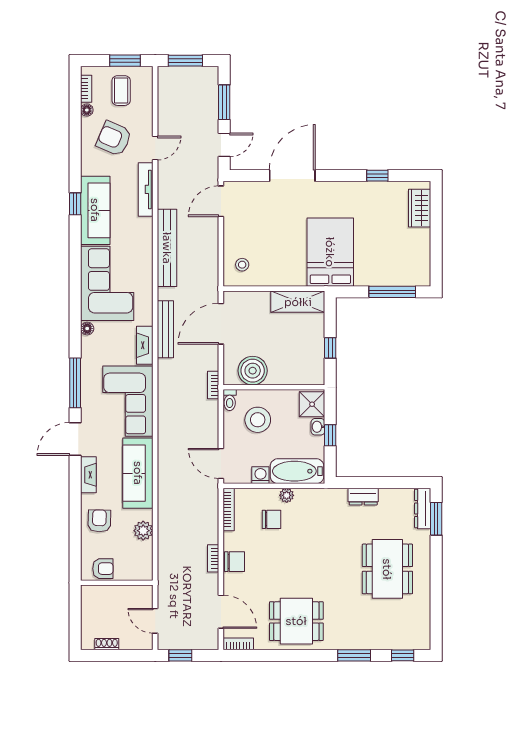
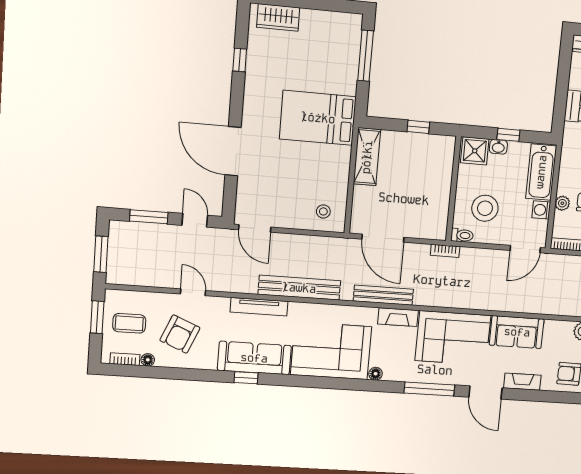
tv unit: (146, 189) -> (259, 307), moved
boiler: (253, 371) -> (434, 209), removed
sofa: (138, 473) -> (517, 332), width x0.73
plant: (287, 495) -> (562, 203), moved

